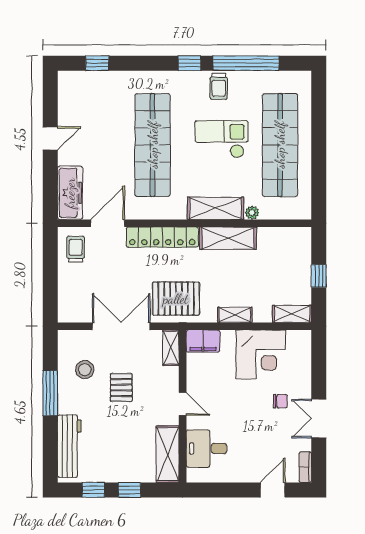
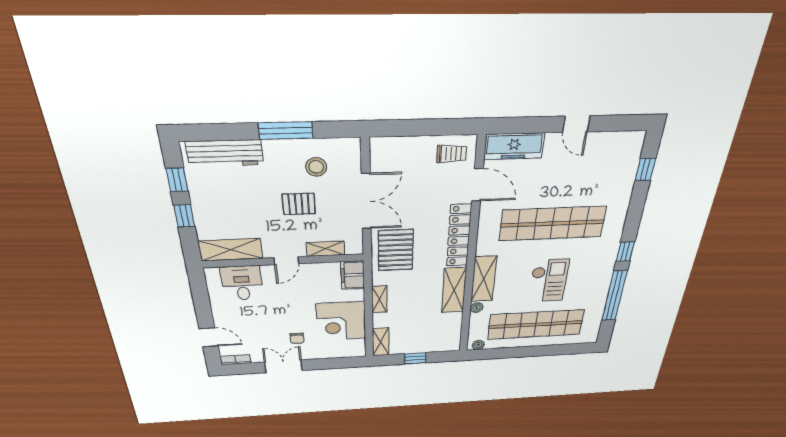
trolley: (219, 86) -> (598, 276), removed
plant: (304, 207) -> (478, 345), added
shelving: (171, 348) -> (326, 249), moved

